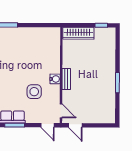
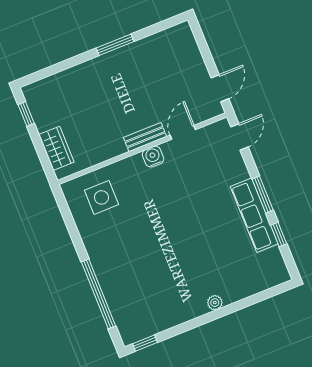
wardrobe: (78, 33) -> (56, 148), width x0.67
side table: (34, 92) -> (101, 197), moved
door: (61, 111) -> (183, 132), moved

